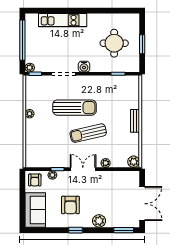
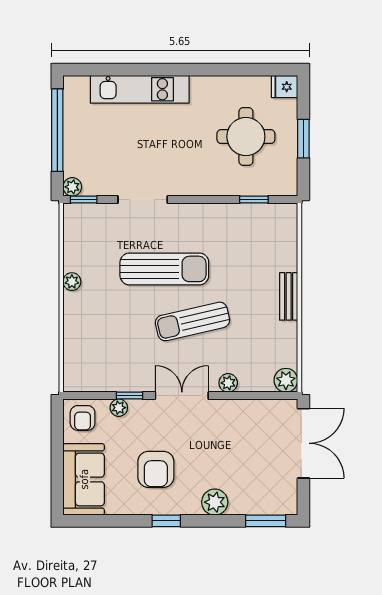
fridge: (133, 19) -> (285, 87), added
water cooler: (84, 67) -> (184, 185), removed
double door: (142, 204) -> (303, 443), moved

